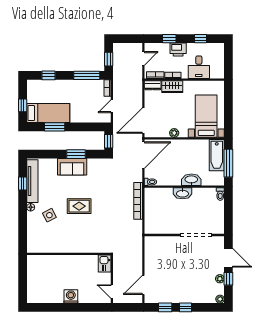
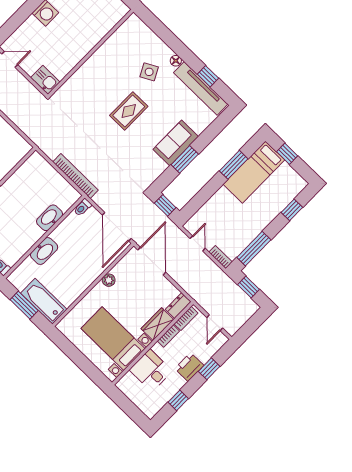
bed with nightstands: (206, 116) -> (113, 339), moved, turned 180
window: (228, 163) -> (24, 305), width x0.69
washbasin: (182, 193) -> (50, 218), moved

